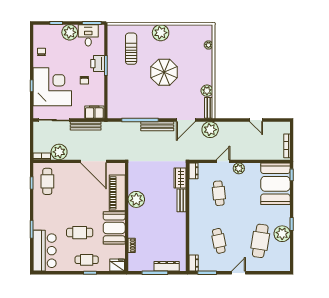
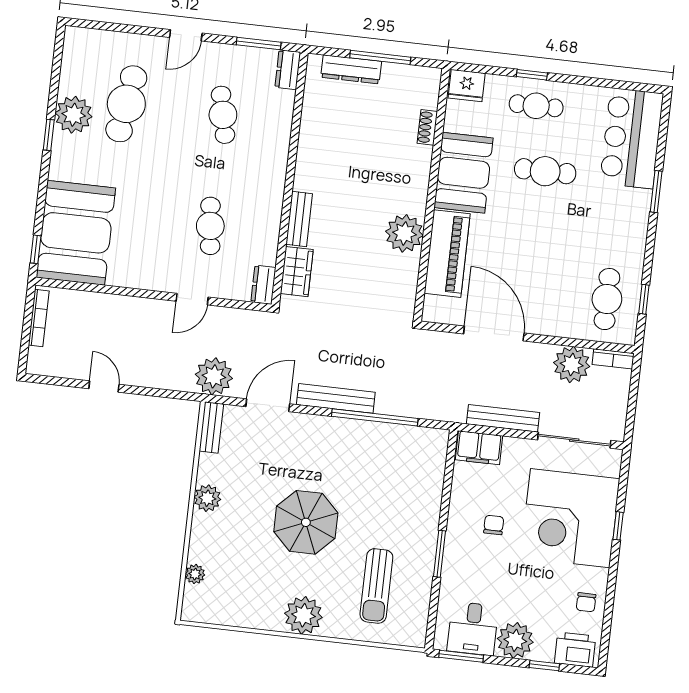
printer: (98, 64) -> (575, 650), moved, turned -90
plant: (207, 91) -> (207, 498), moved
plant: (239, 168) -> (157, 278), removed

